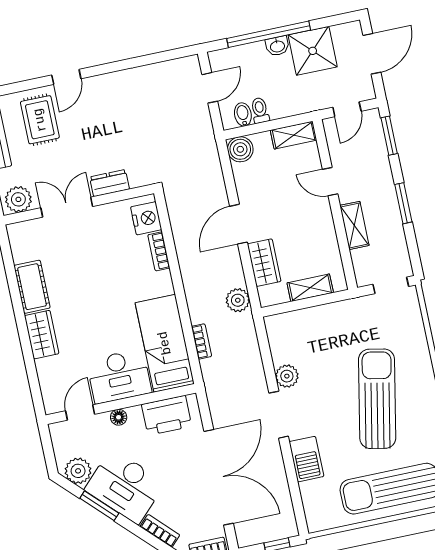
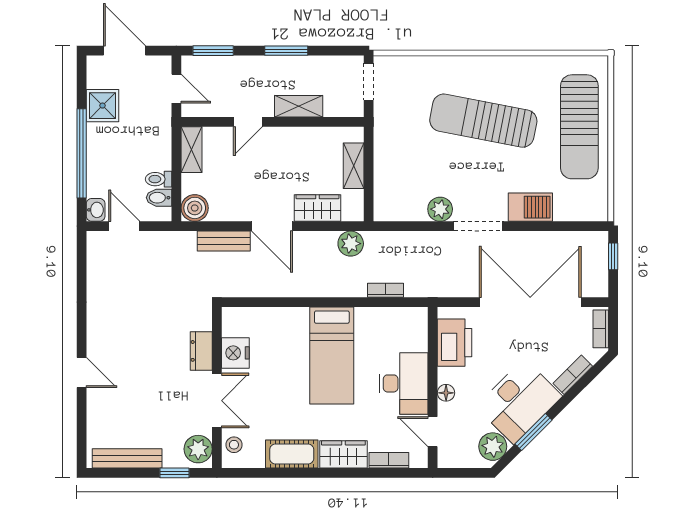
washbasin: (277, 46) -> (96, 210), moved
shower: (313, 51) -> (103, 106), width x0.73, depth x0.73
rug: (40, 120) -> (120, 409), removed
bench: (215, 182) -> (224, 241), added
double door: (67, 207) -> (217, 401), swing flipped
nightstand: (146, 218) -> (235, 353), moved, turned -90
stool: (29, 232) -> (234, 445), added
bookcase: (159, 251) -> (389, 460), moved, turned 180
bed: (165, 343) -> (332, 355), moved, turned -90

